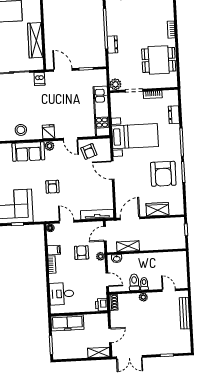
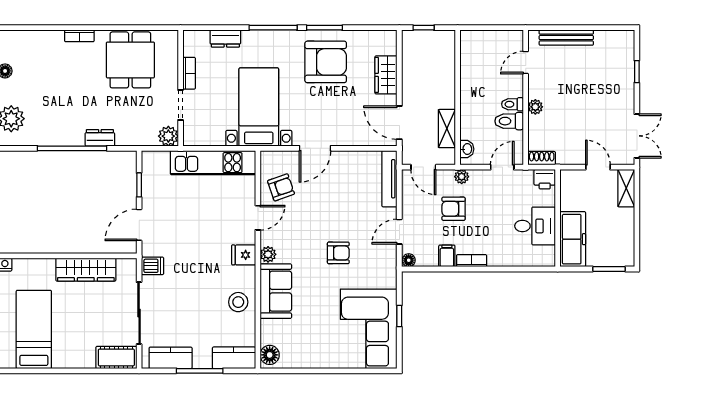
desk: (62, 294) -> (535, 226), moved, turned -90

